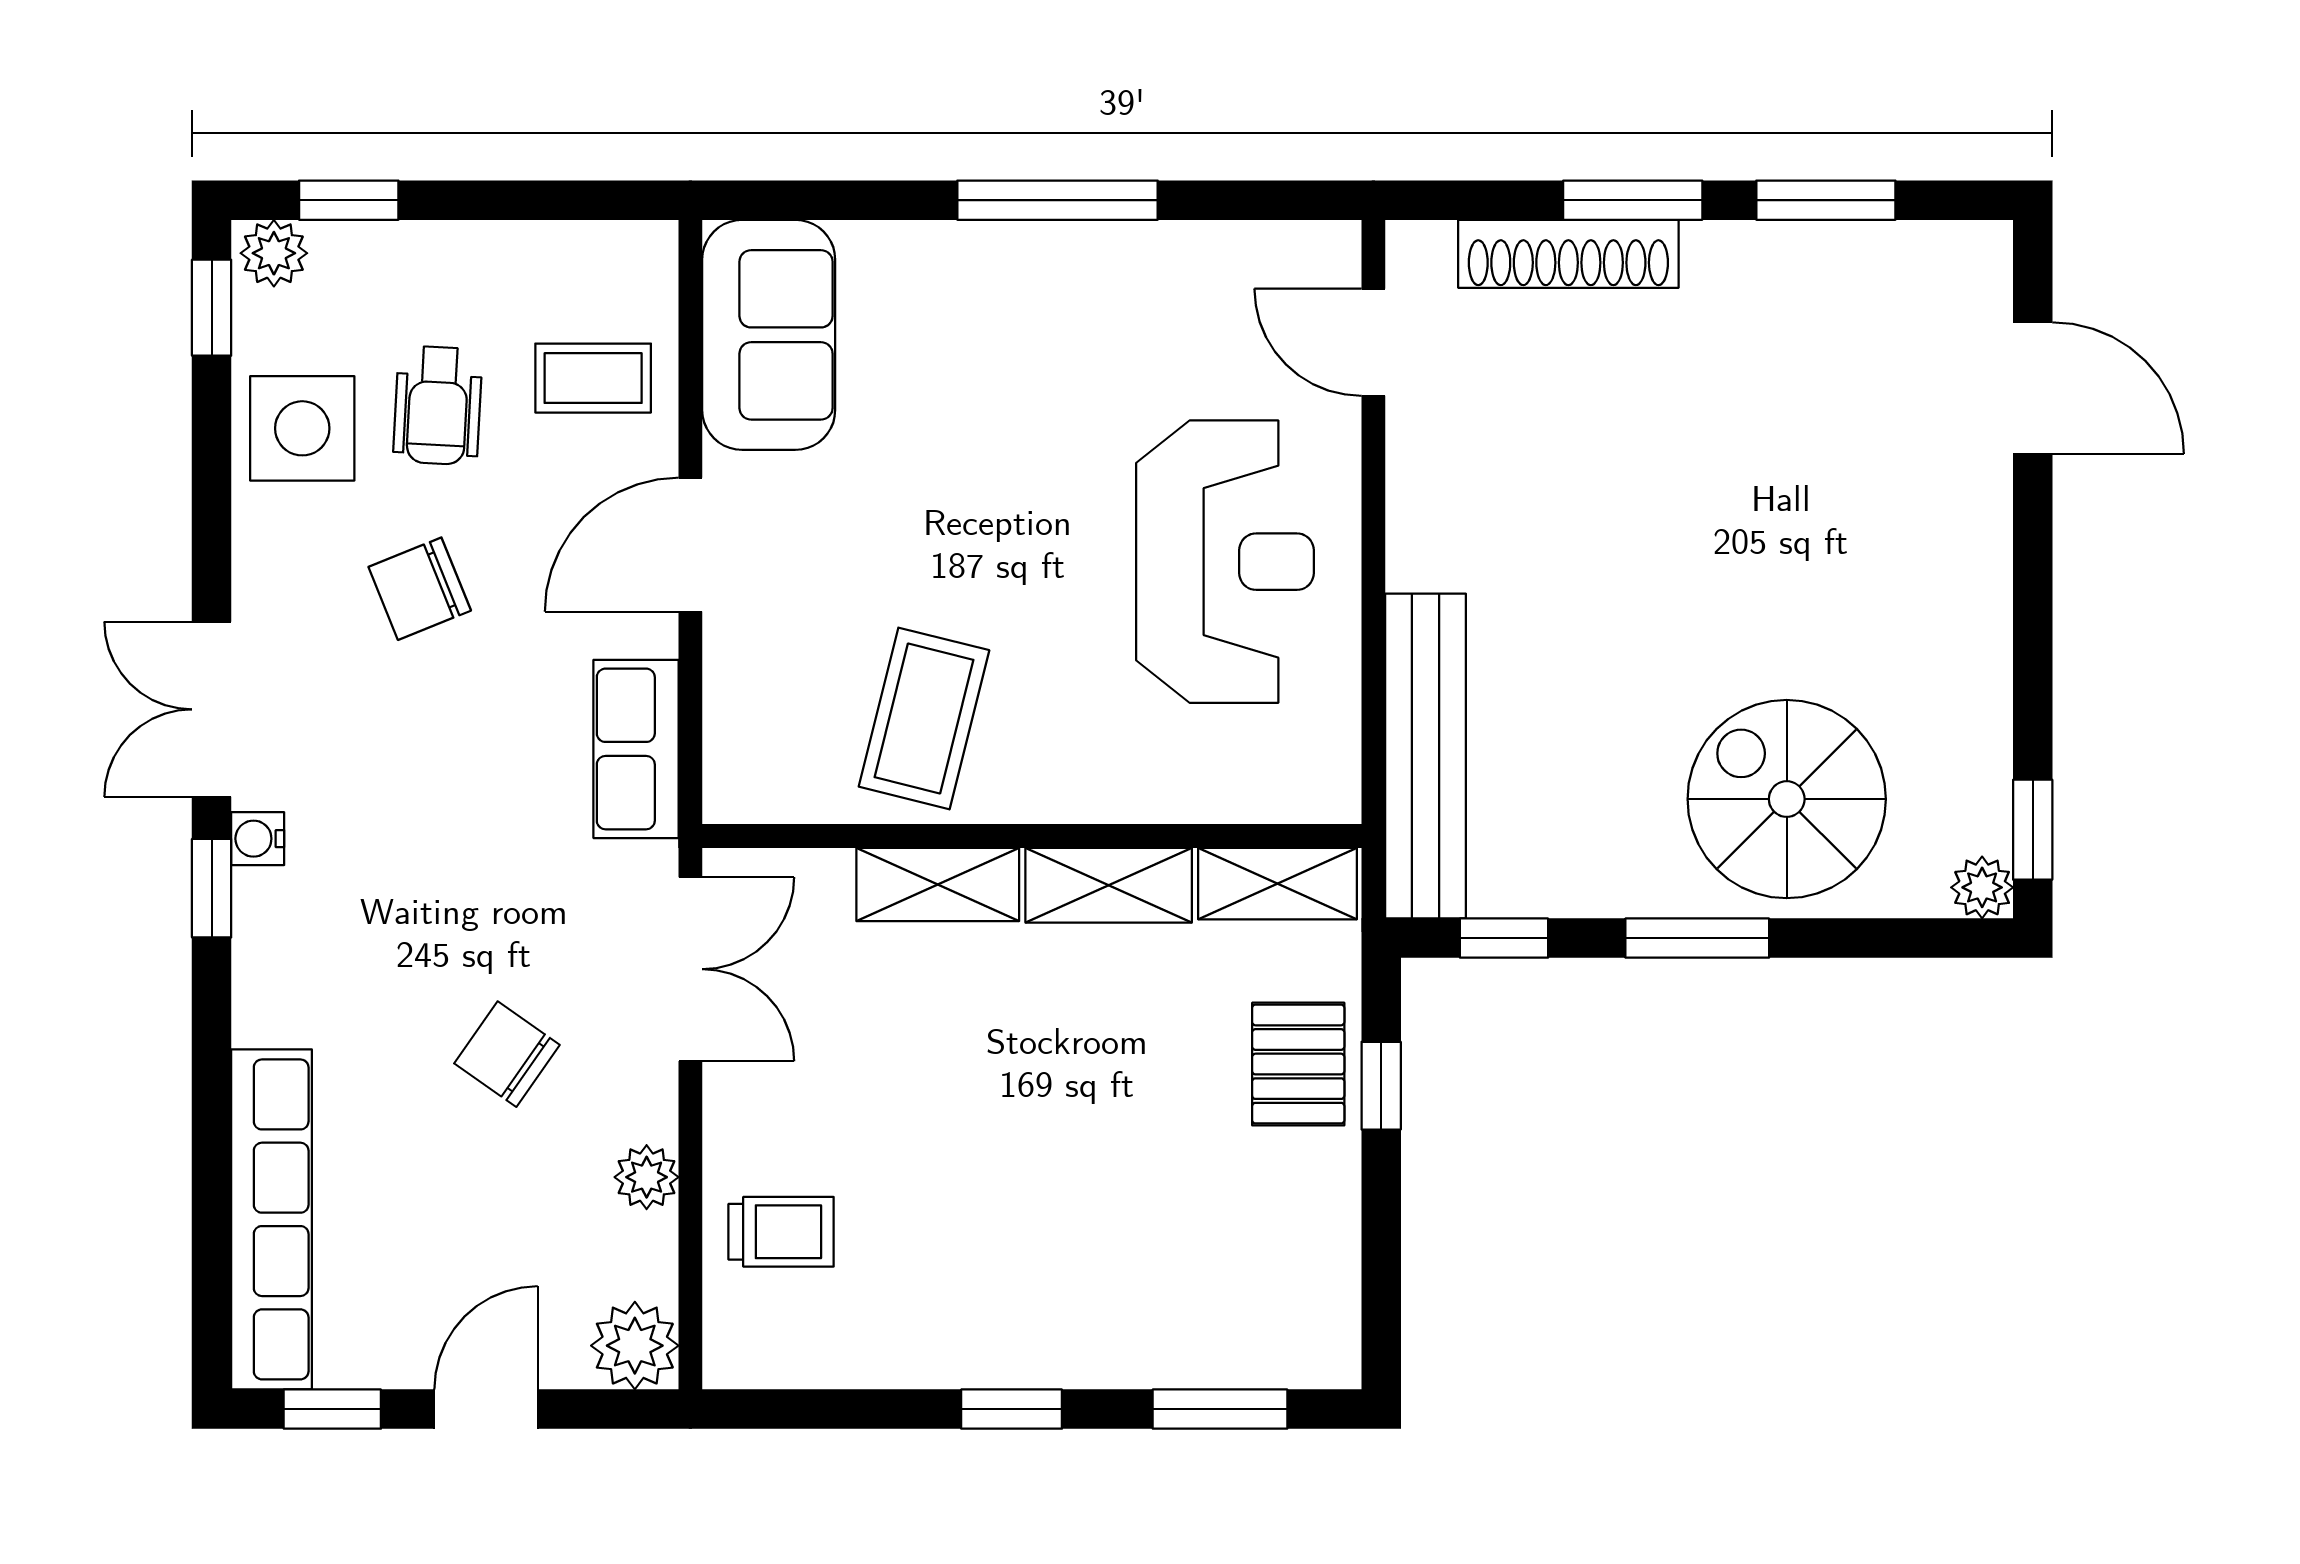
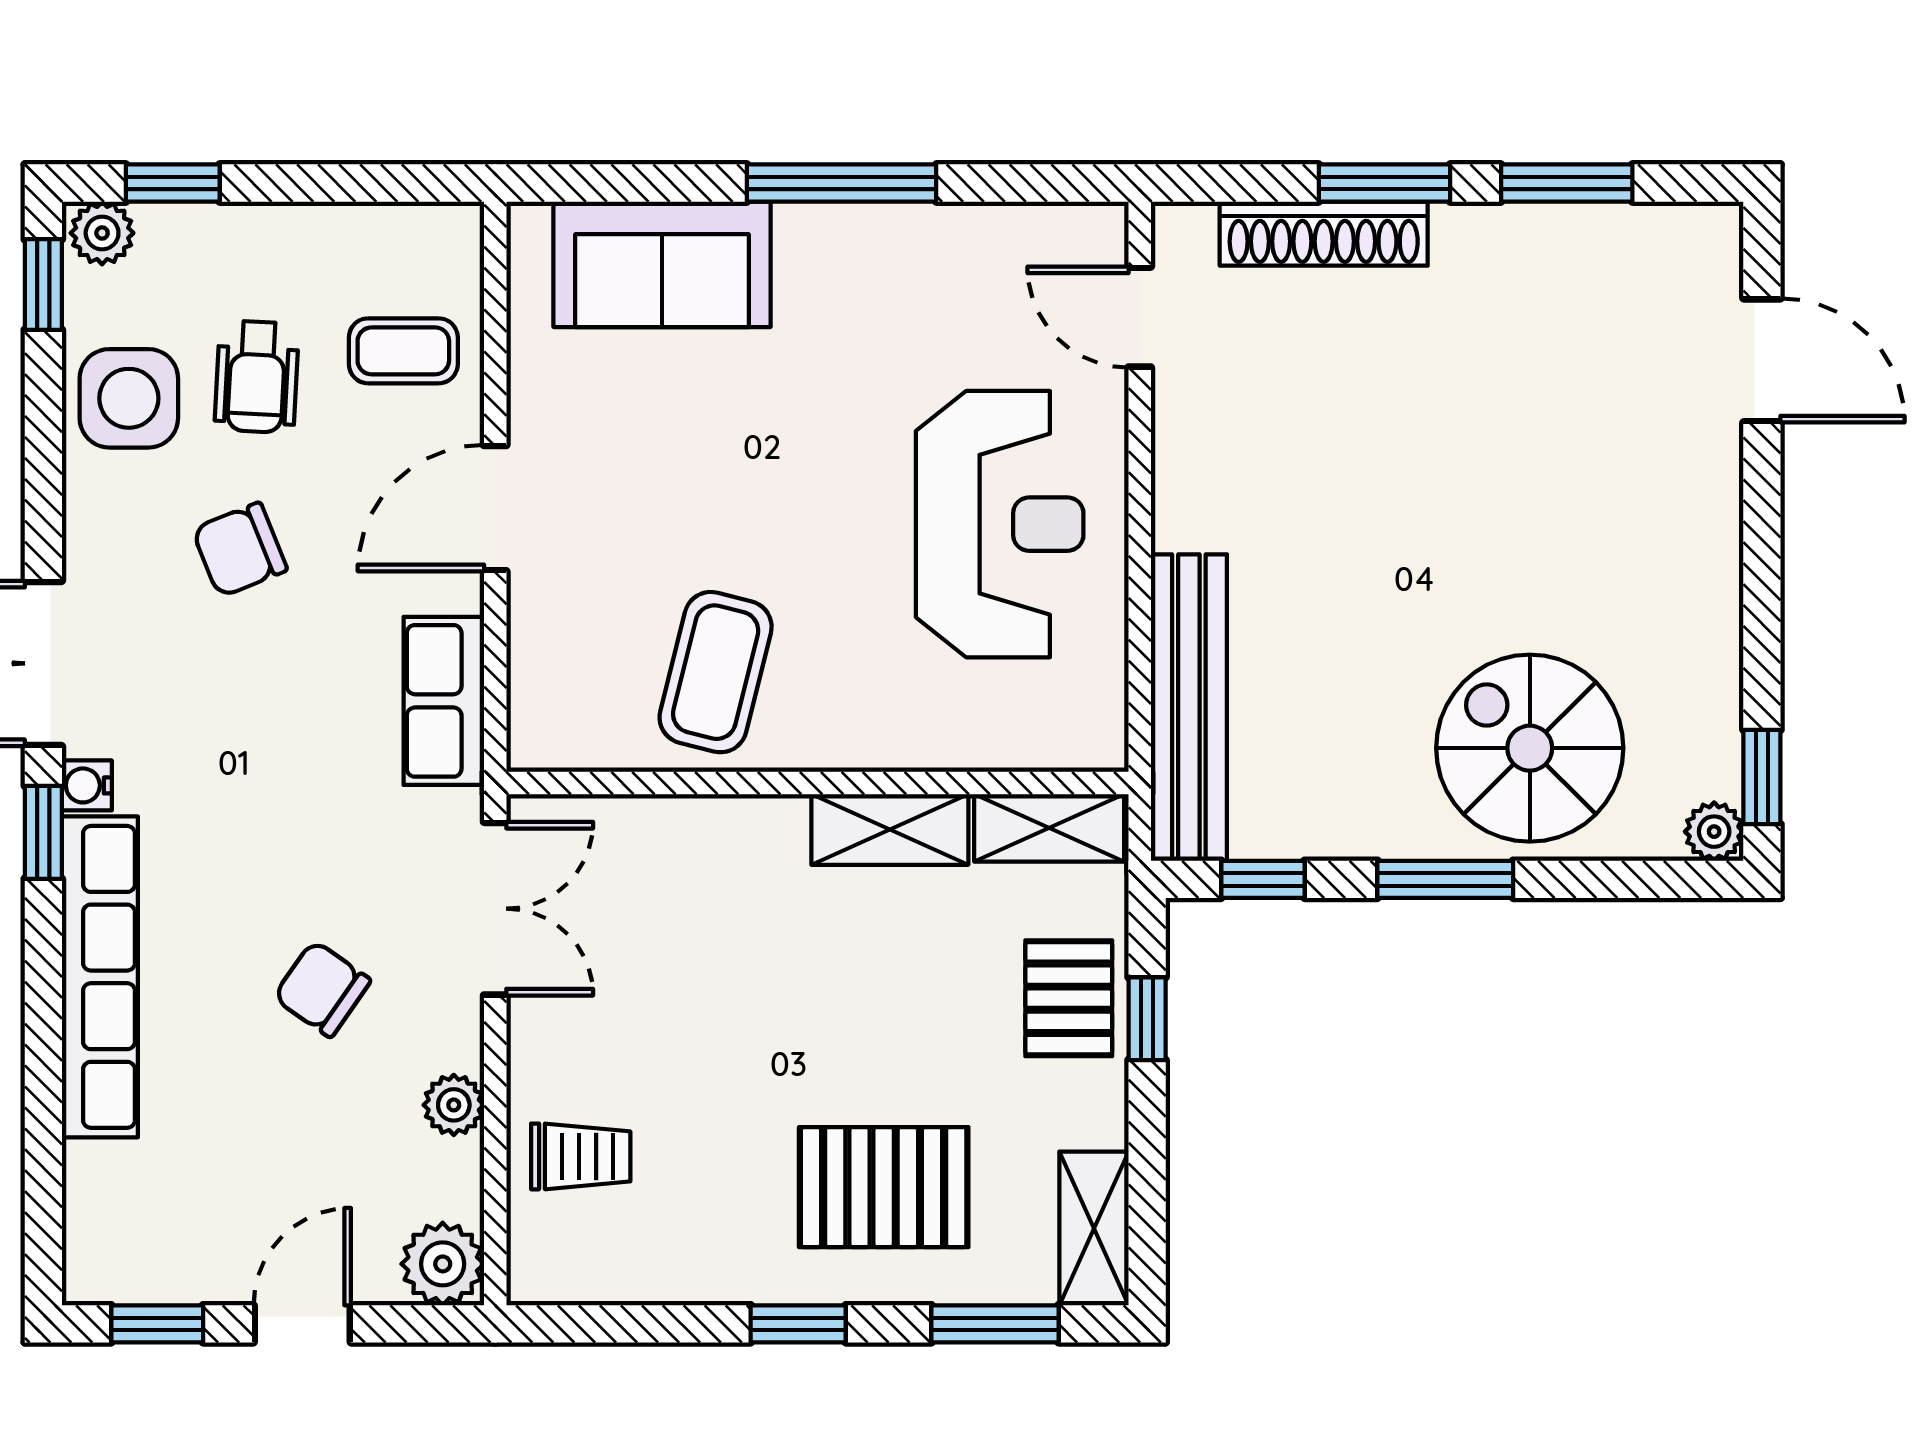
sofa: (769, 335) -> (662, 264), moved, turned 90
shelving: (938, 884) -> (1094, 1228), moved, turned 90
row of seats: (272, 1219) -> (100, 977), moved
pallet: (1102, 1264) -> (884, 1187), added

